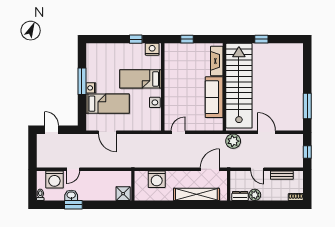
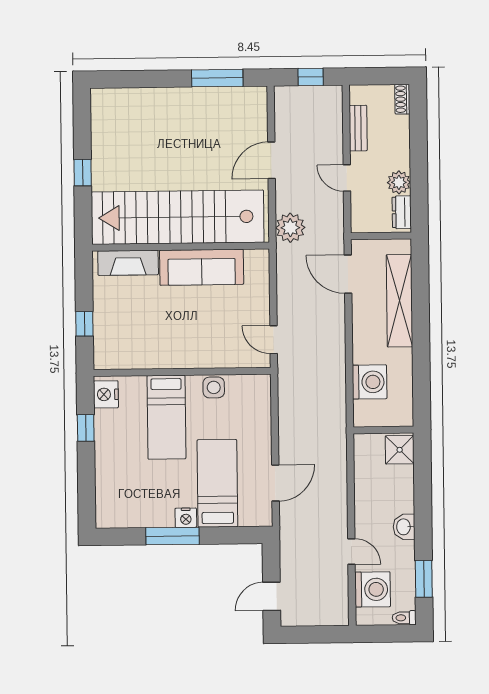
door: (257, 169) -> (347, 178), swing flipped
washbasin: (71, 195) -> (404, 527), moved
window: (73, 205) -> (424, 579), moved

